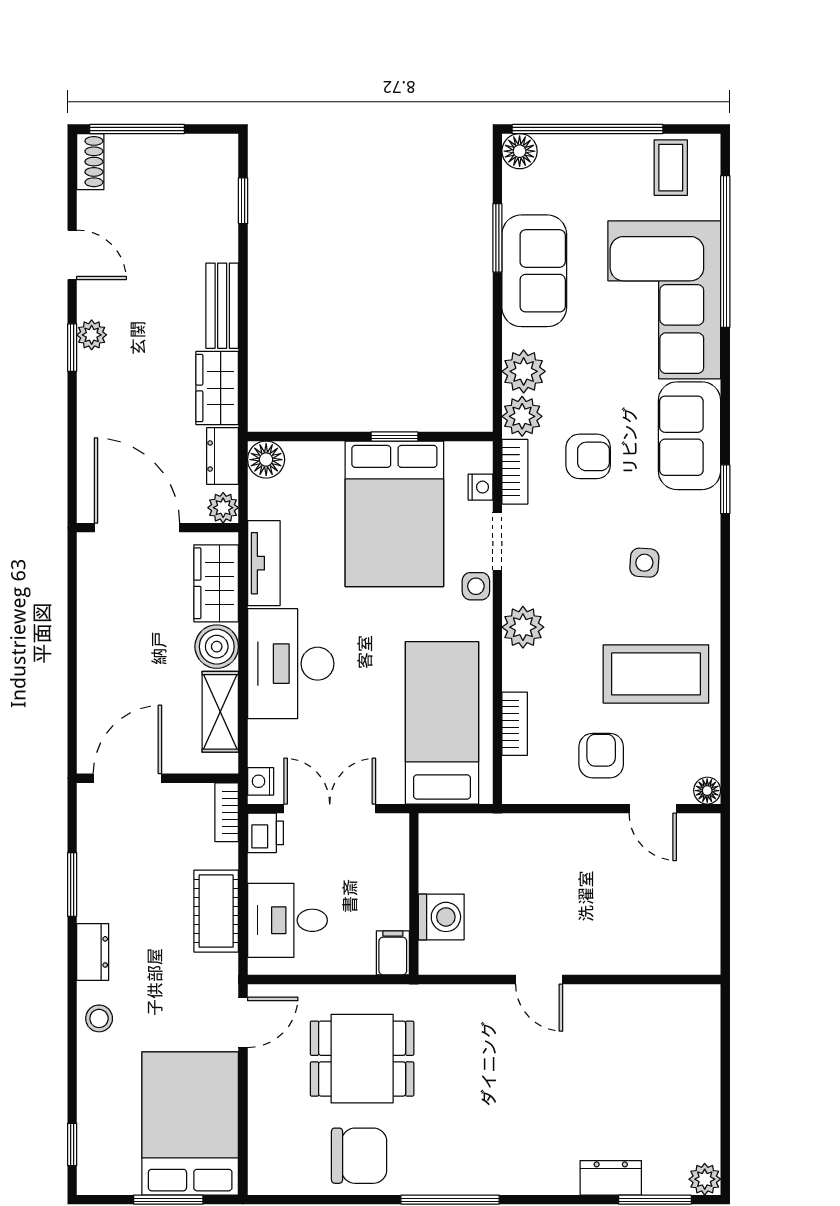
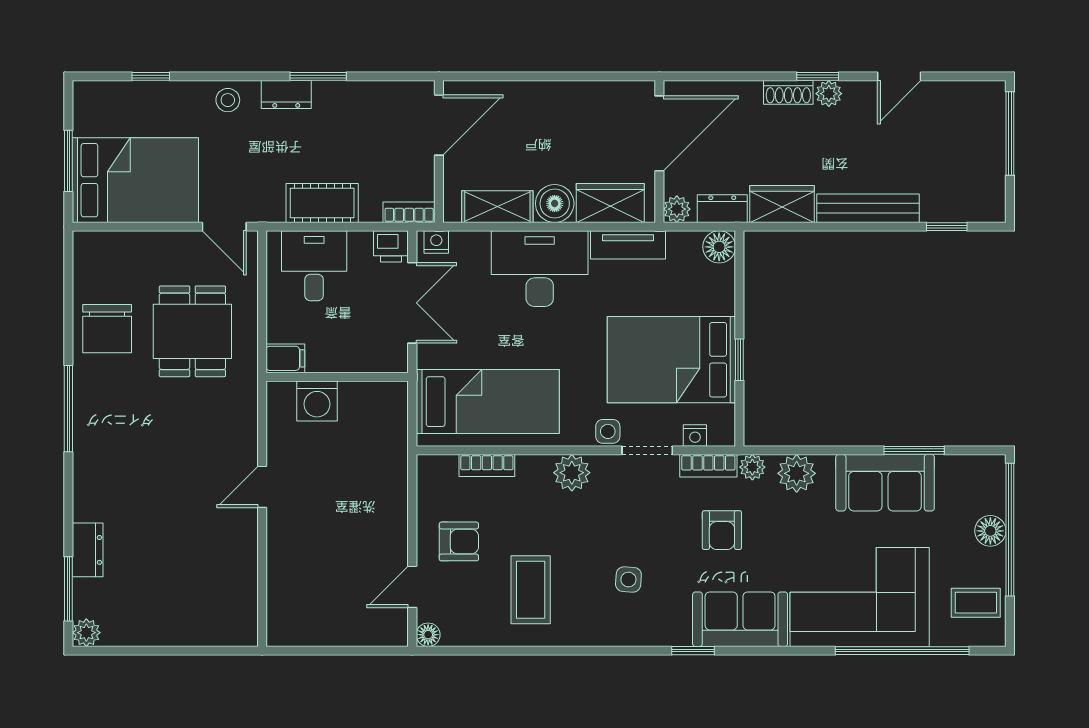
floor lamp: (520, 151) -> (990, 531), moved
shoe rack: (90, 162) -> (788, 92), moved
bench: (222, 306) -> (868, 208), width x1.36
plant: (522, 416) -> (752, 467), width x0.73, depth x0.73
coffee table: (656, 674) -> (531, 590), width x0.73, depth x0.76
door: (127, 778) -> (439, 125), hinge flipped
window: (72, 884) -> (318, 76), moved
window: (72, 1144) -> (151, 76), moved

